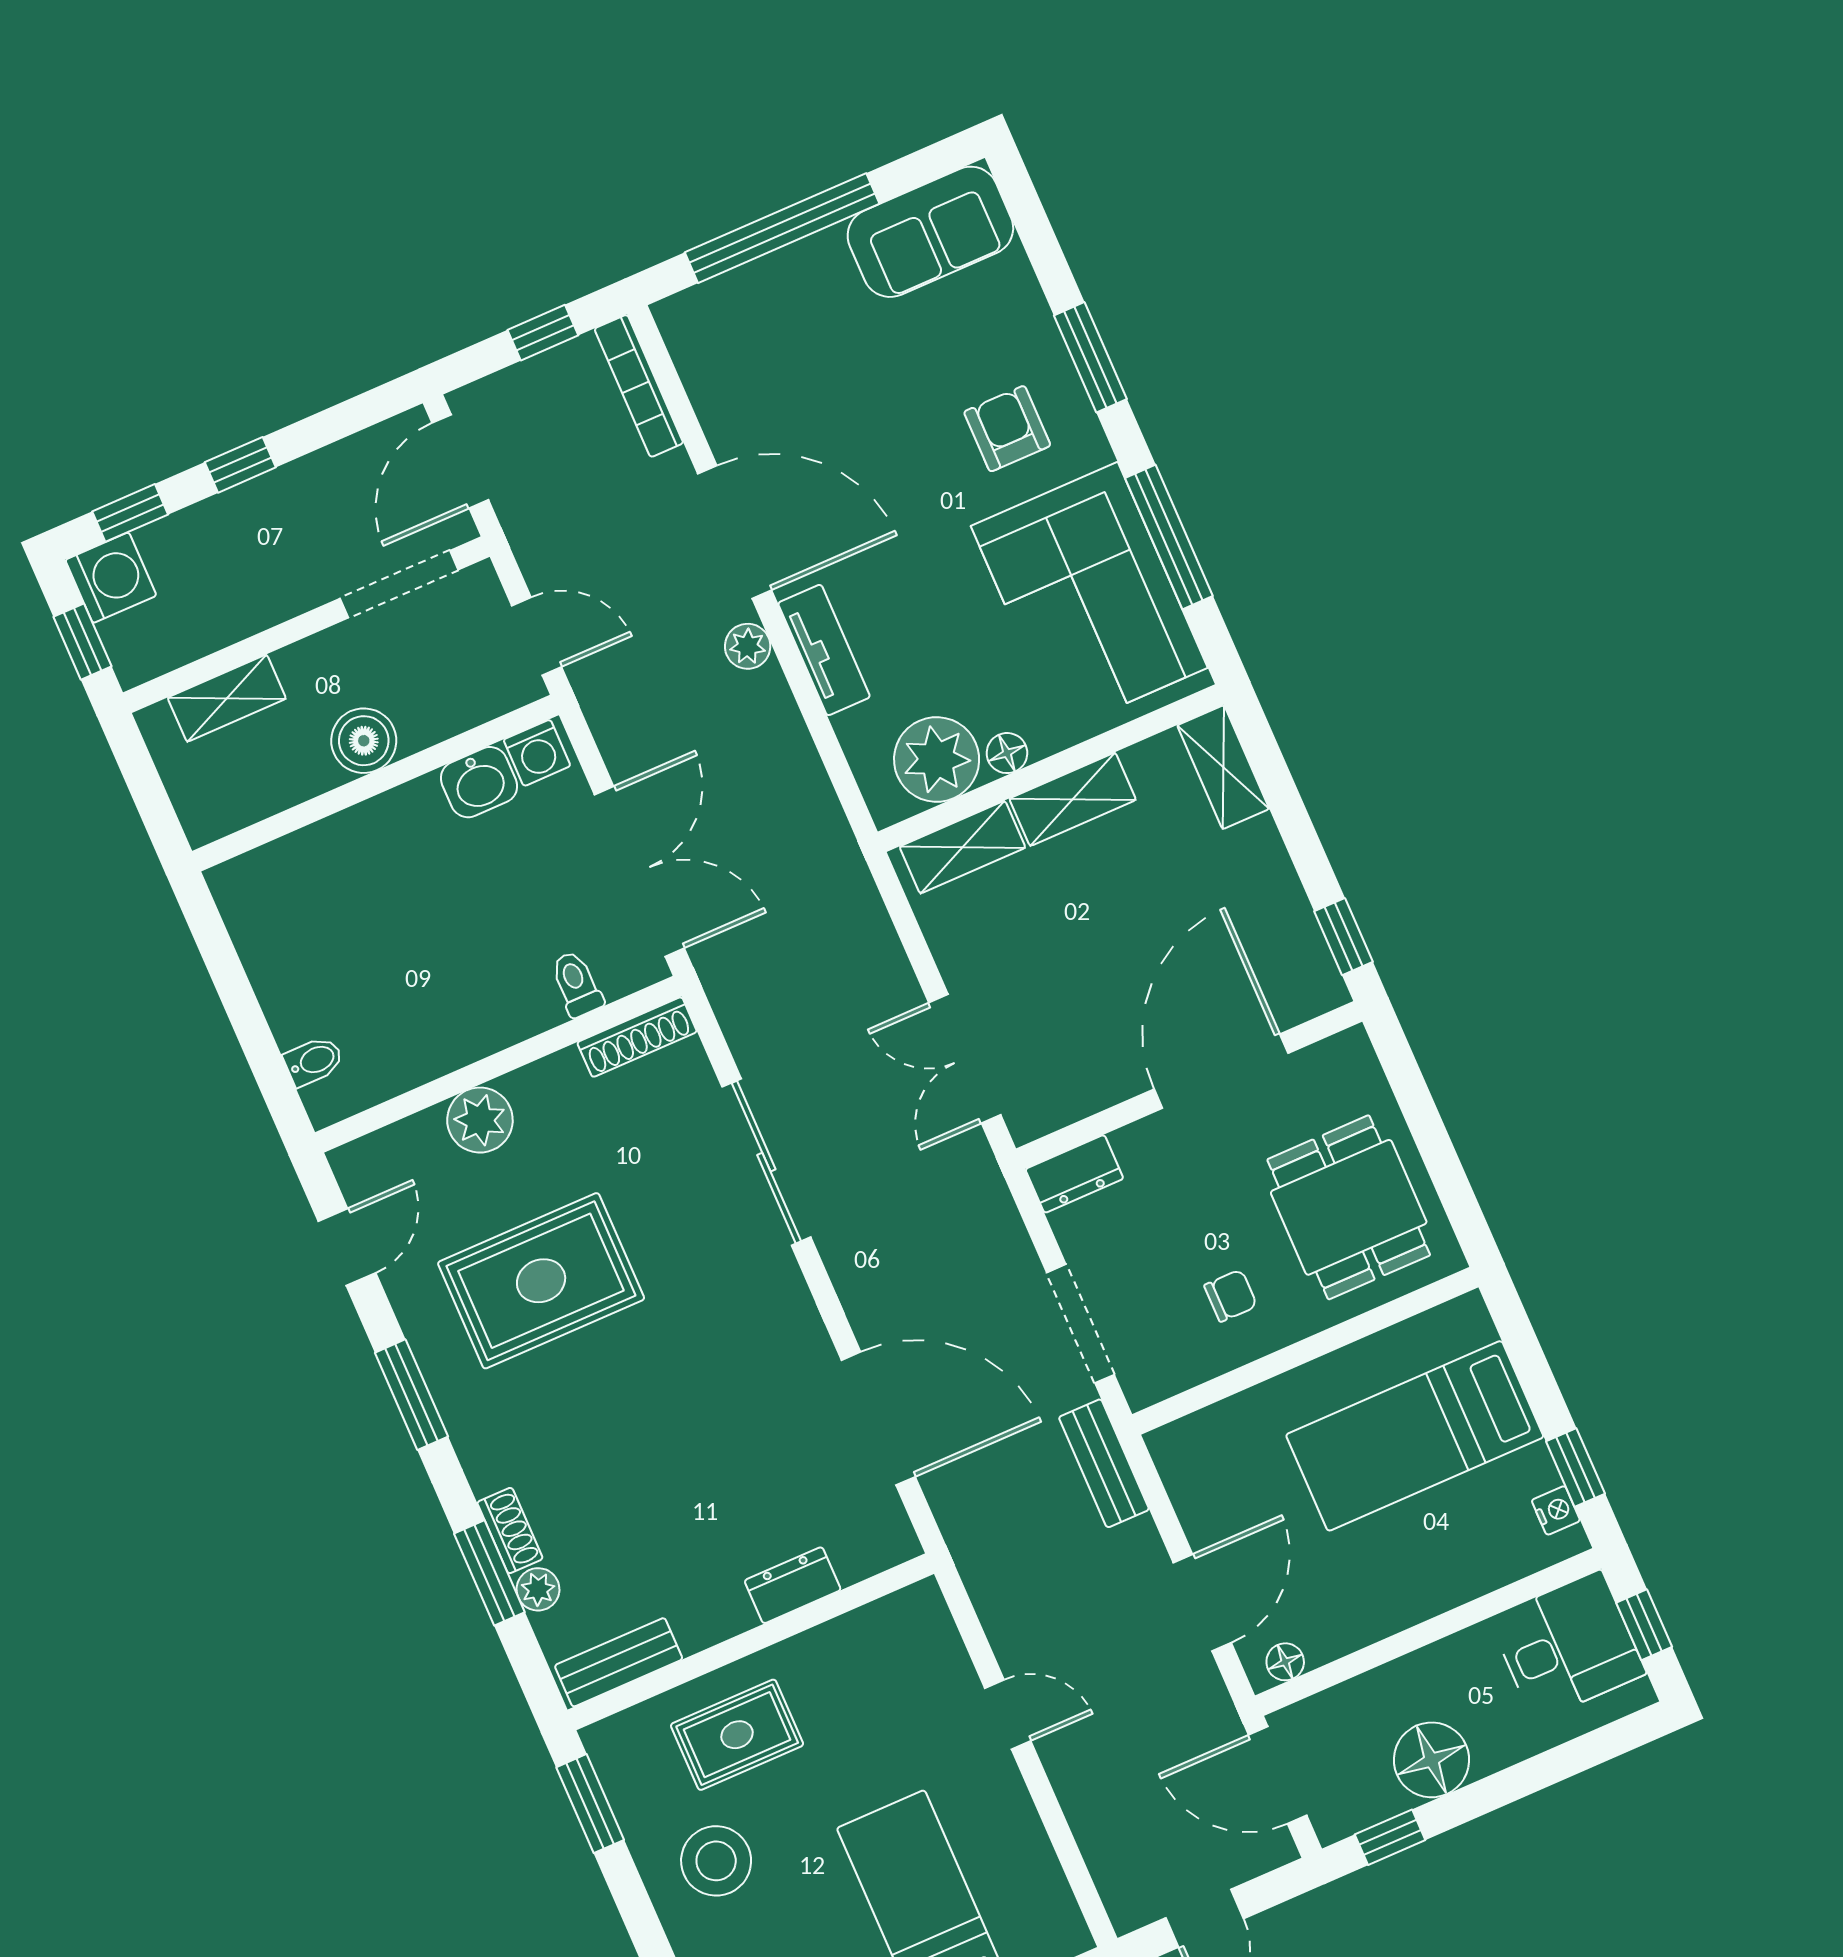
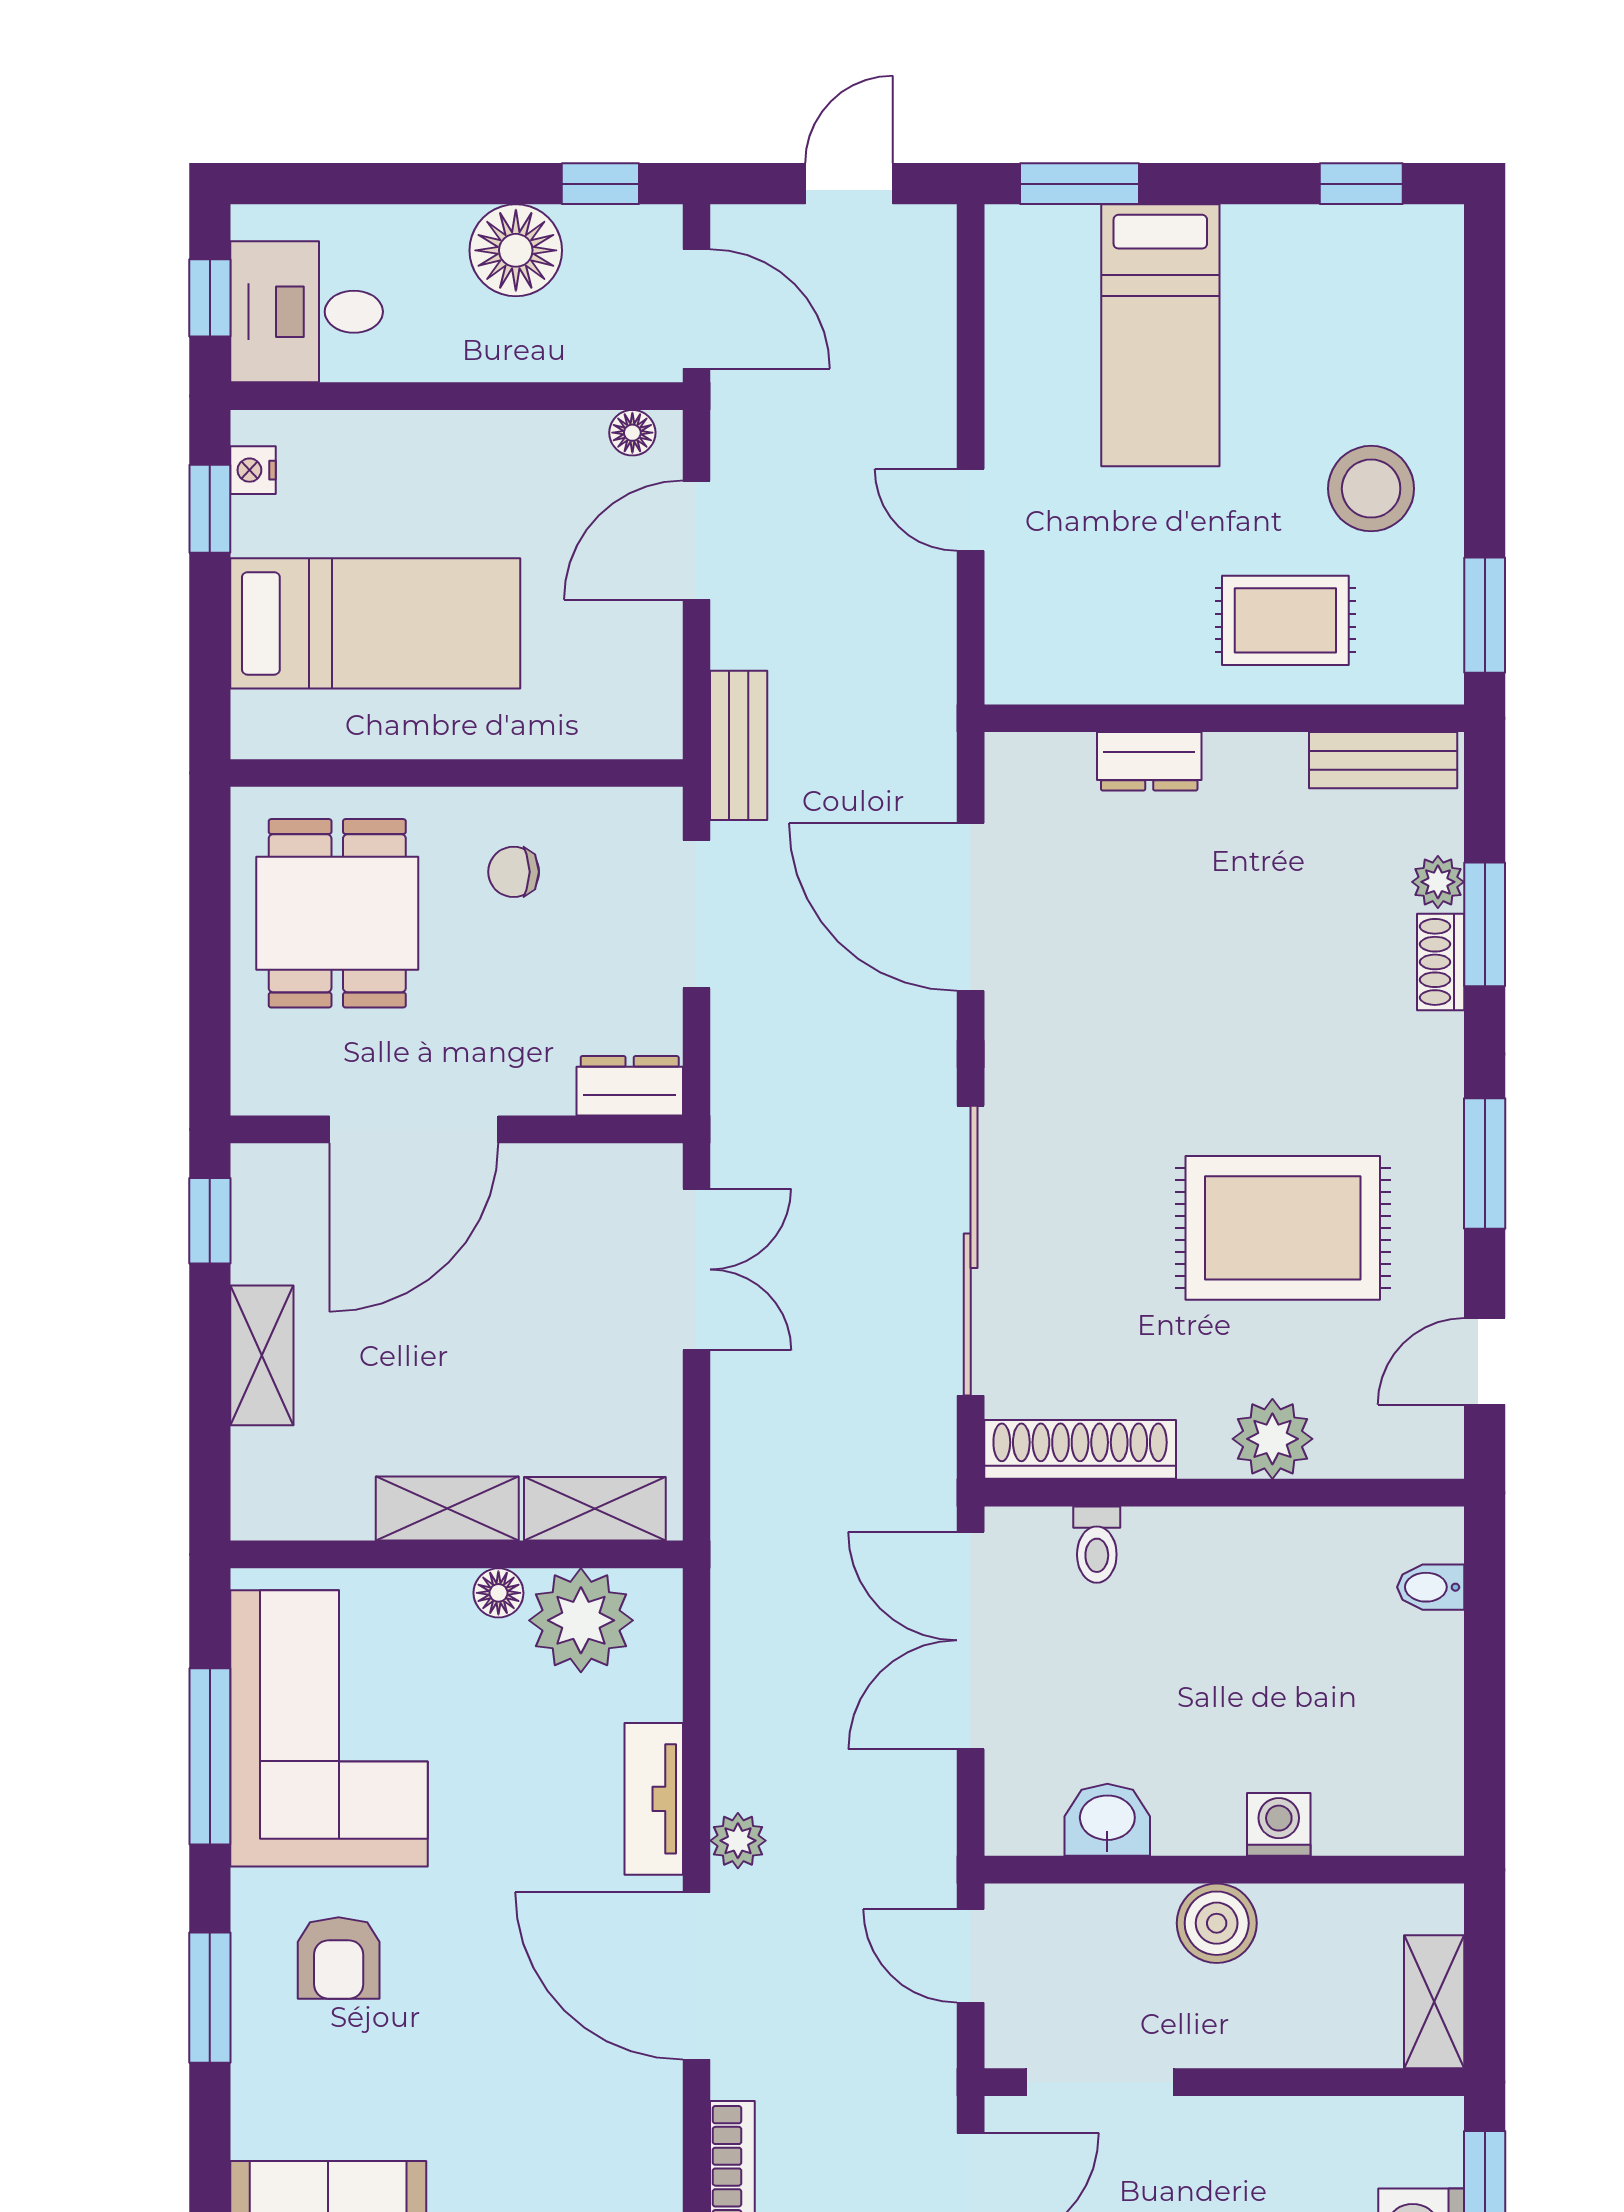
shelving: (227, 698) -> (1434, 2002), moved, turned 90
washing machine: (537, 753) -> (1279, 1824), moved
shelving: (1223, 767) -> (262, 1355), moved
shoe rack: (637, 1037) -> (1080, 1449), width x1.36, depth x1.24
sliding door: (766, 1162) -> (971, 1251), width x1.36

